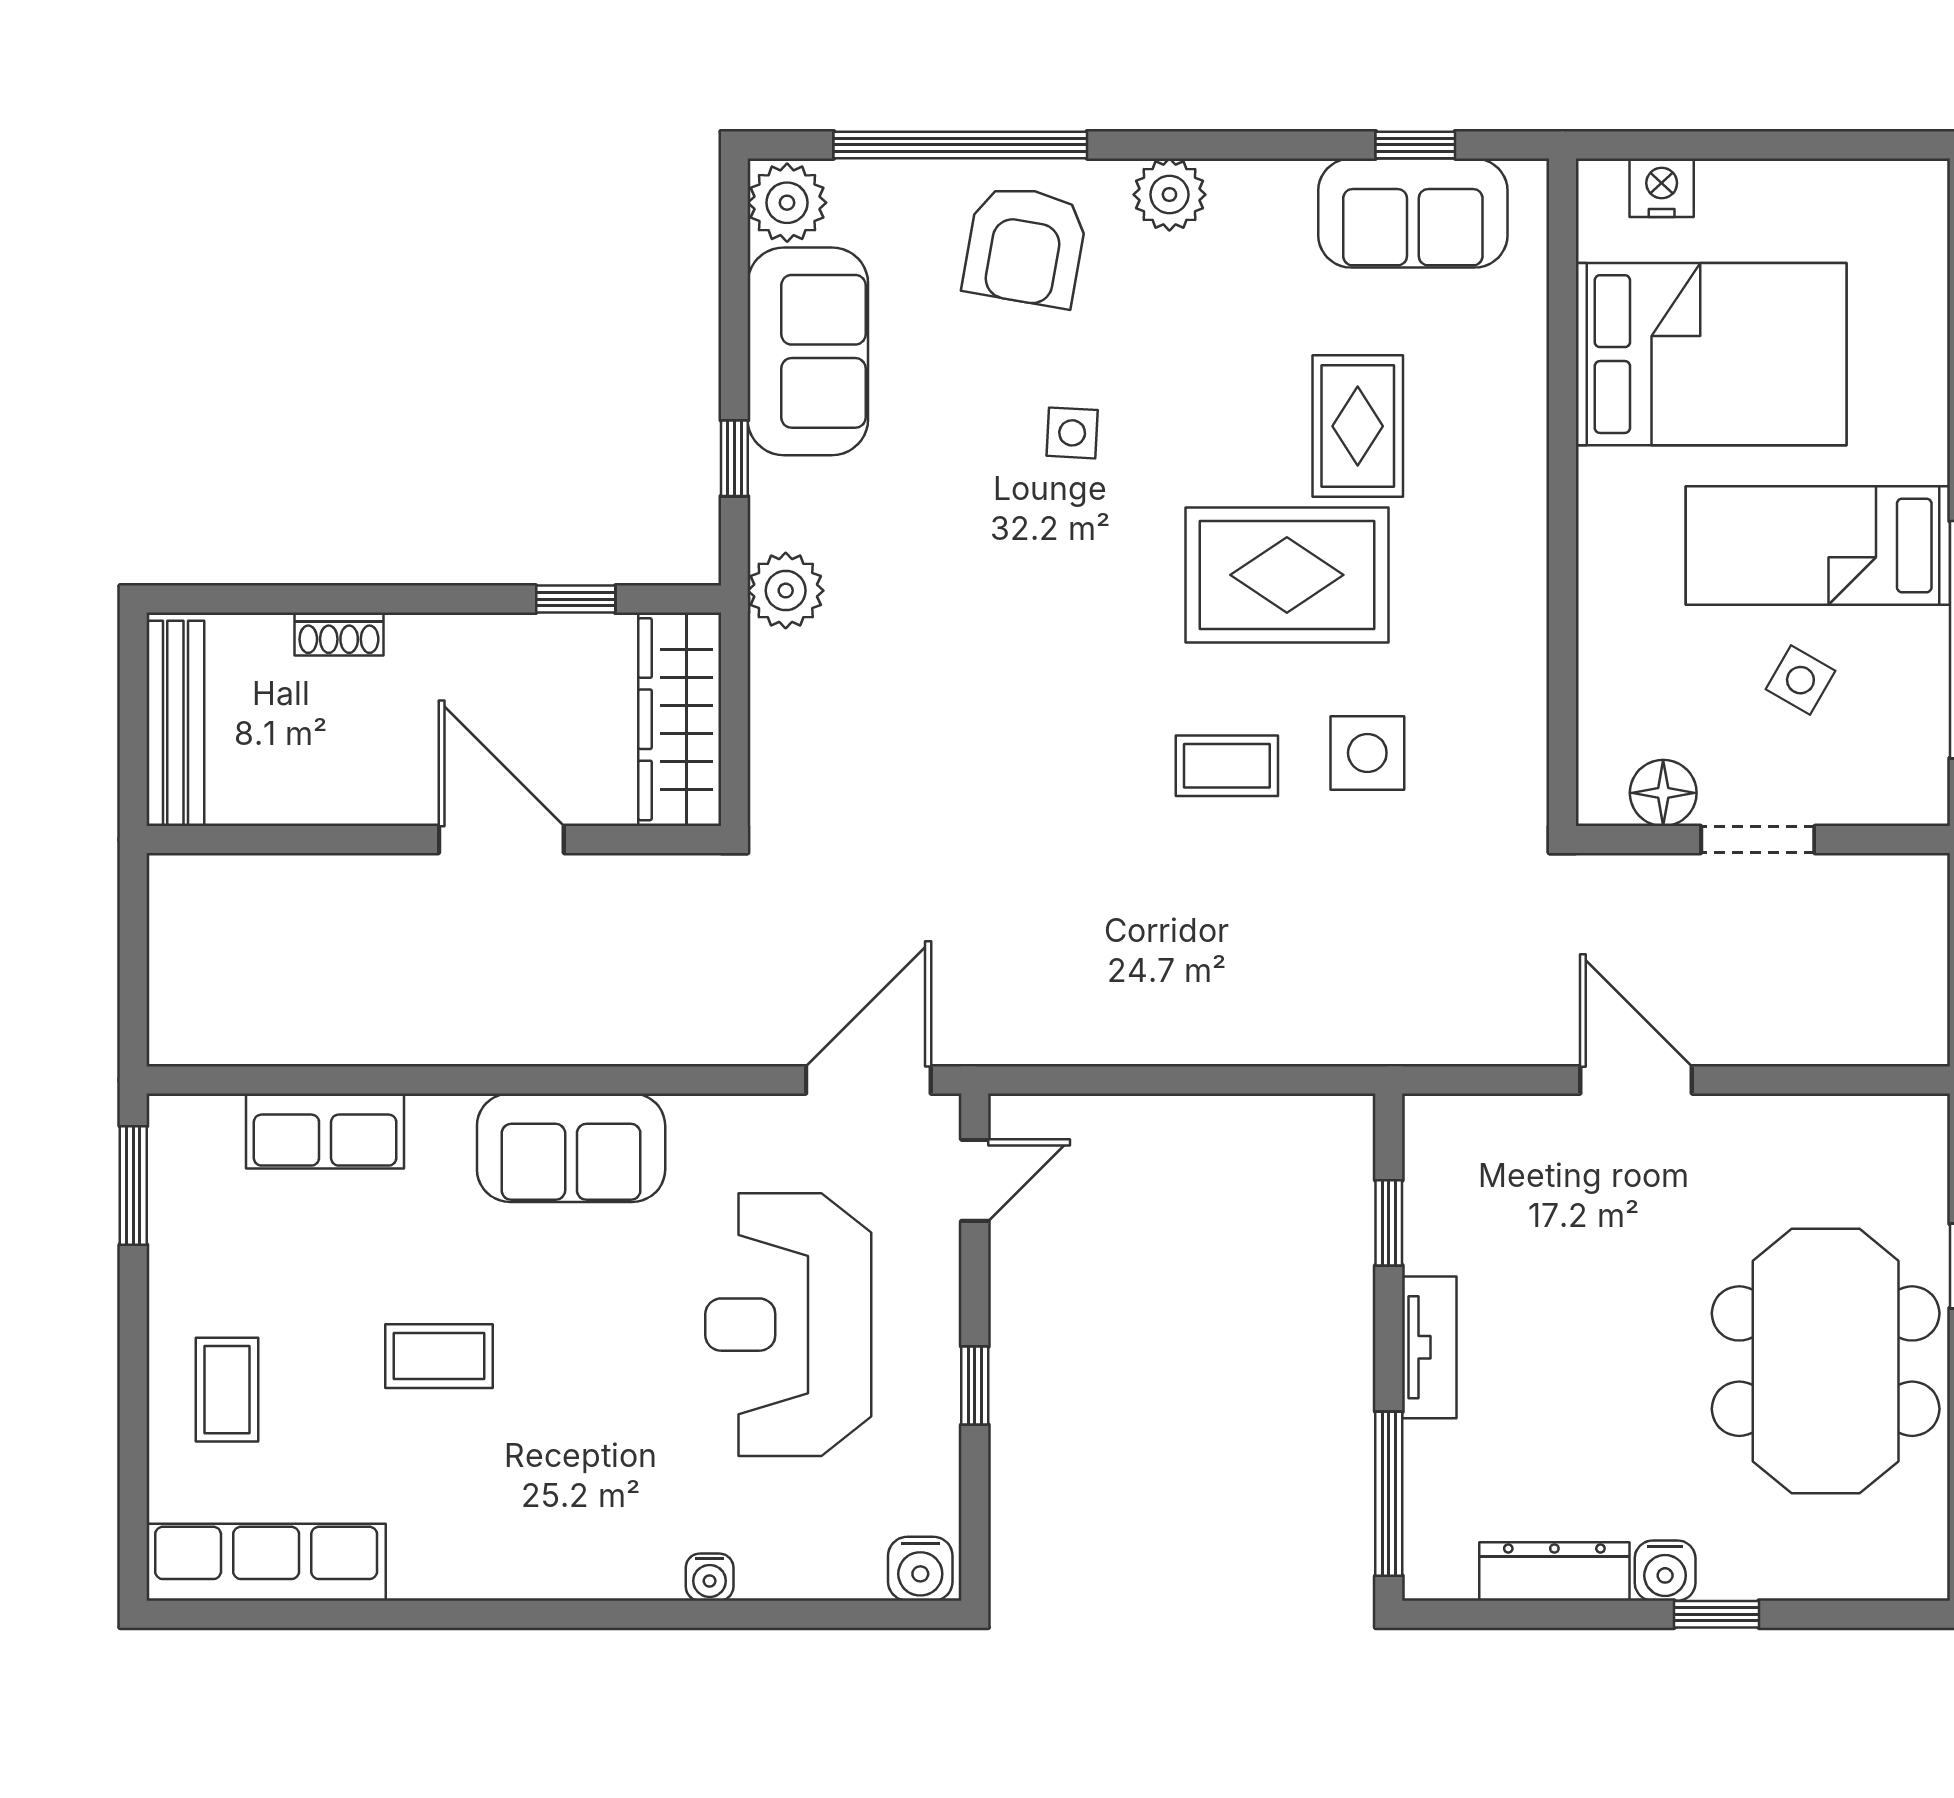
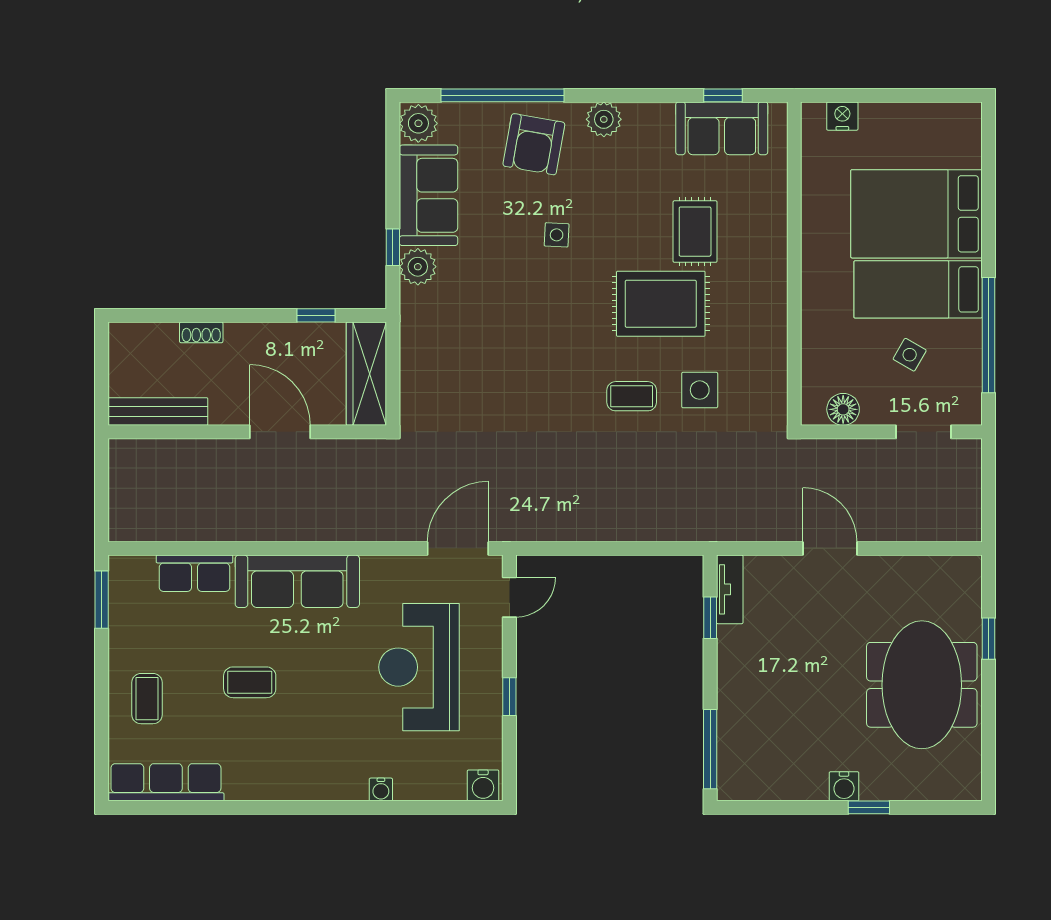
bed: (1711, 354) -> (916, 214), moved, turned 180
plant: (786, 591) -> (418, 267), moved
bench: (175, 723) -> (158, 412), moved, turned 90
doorway: (1758, 840) -> (924, 432), moved
sofa: (571, 1148) -> (297, 581), width x1.36
tv unit: (1429, 1347) -> (730, 589), moved
dresser: (1554, 1571) -> (790, 787), removed

